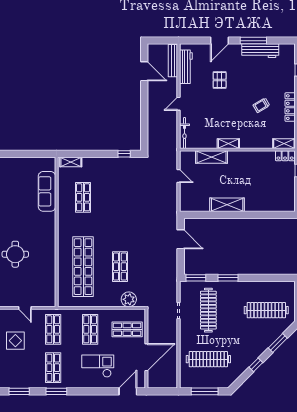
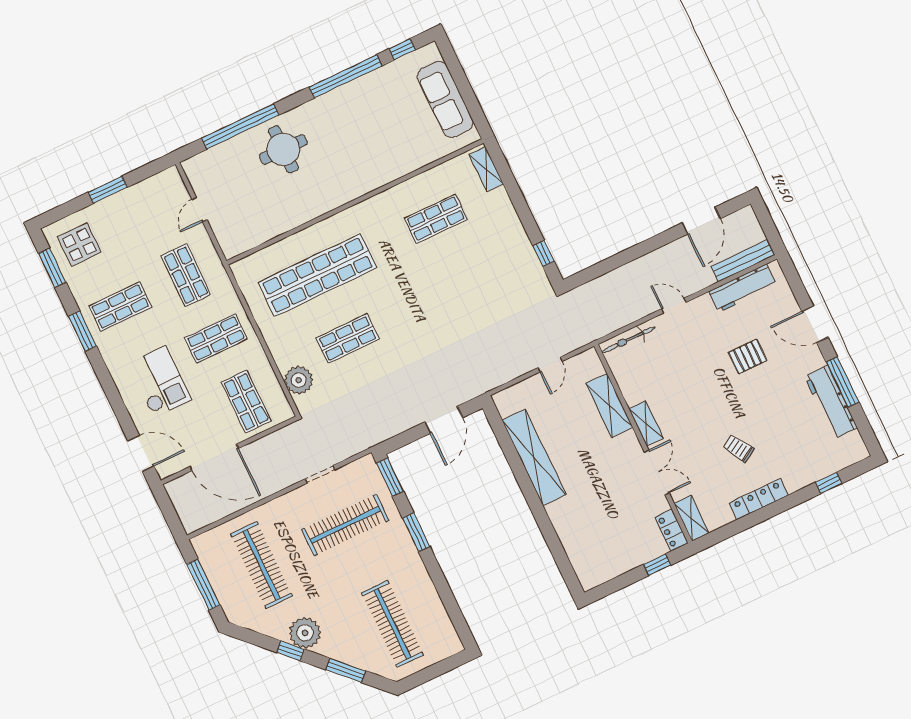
double door: (254, 150) -> (657, 472), added
sofa: (47, 191) -> (445, 99), moved, turned -90
shelving: (227, 205) -> (534, 457), width x1.47
shop shelf: (53, 329) -> (186, 275), turned 90
display table: (15, 341) -> (79, 245), moved
plant: (251, 354) -> (305, 633), added

